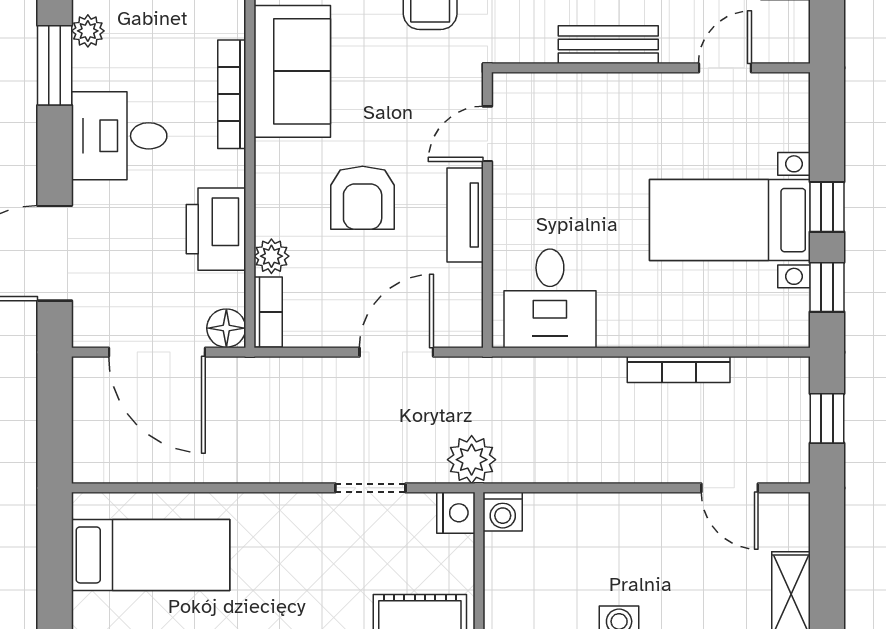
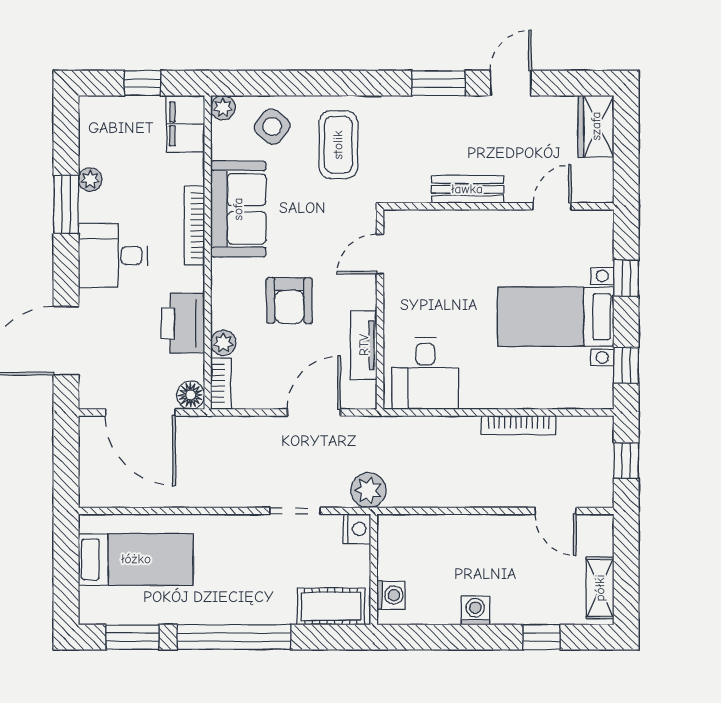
window: (827, 207) -> (626, 278), moved
tv unit: (465, 215) -> (364, 345), moved
washing machine: (503, 512) -> (391, 595), moved, turned -90

